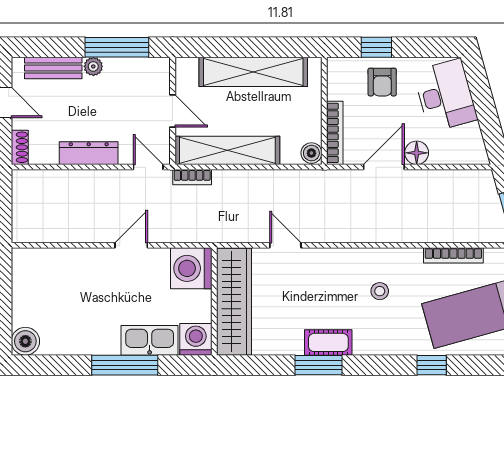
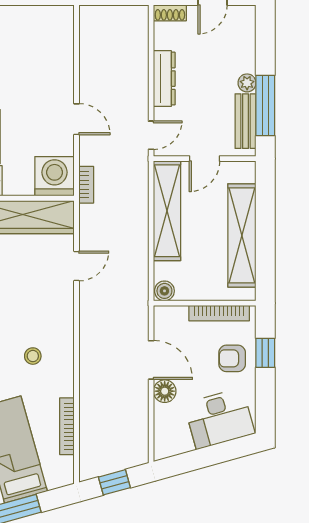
bench: (53, 68) -> (246, 121), moved
bookcase: (335, 133) -> (219, 313), moved
bookcase: (192, 177) -> (86, 185), moved, turned 180

